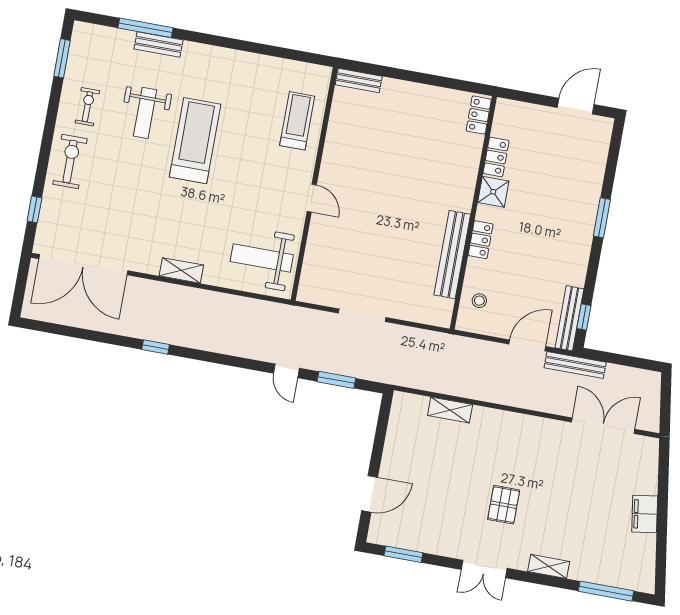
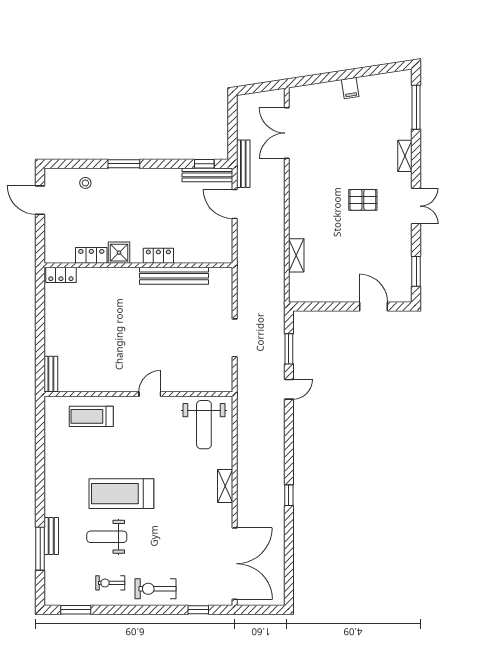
weight bench: (145, 113) -> (107, 537), turned 180
stool: (479, 301) -> (85, 183), moved
filing cabinet: (645, 514) -> (350, 88), width x0.50

